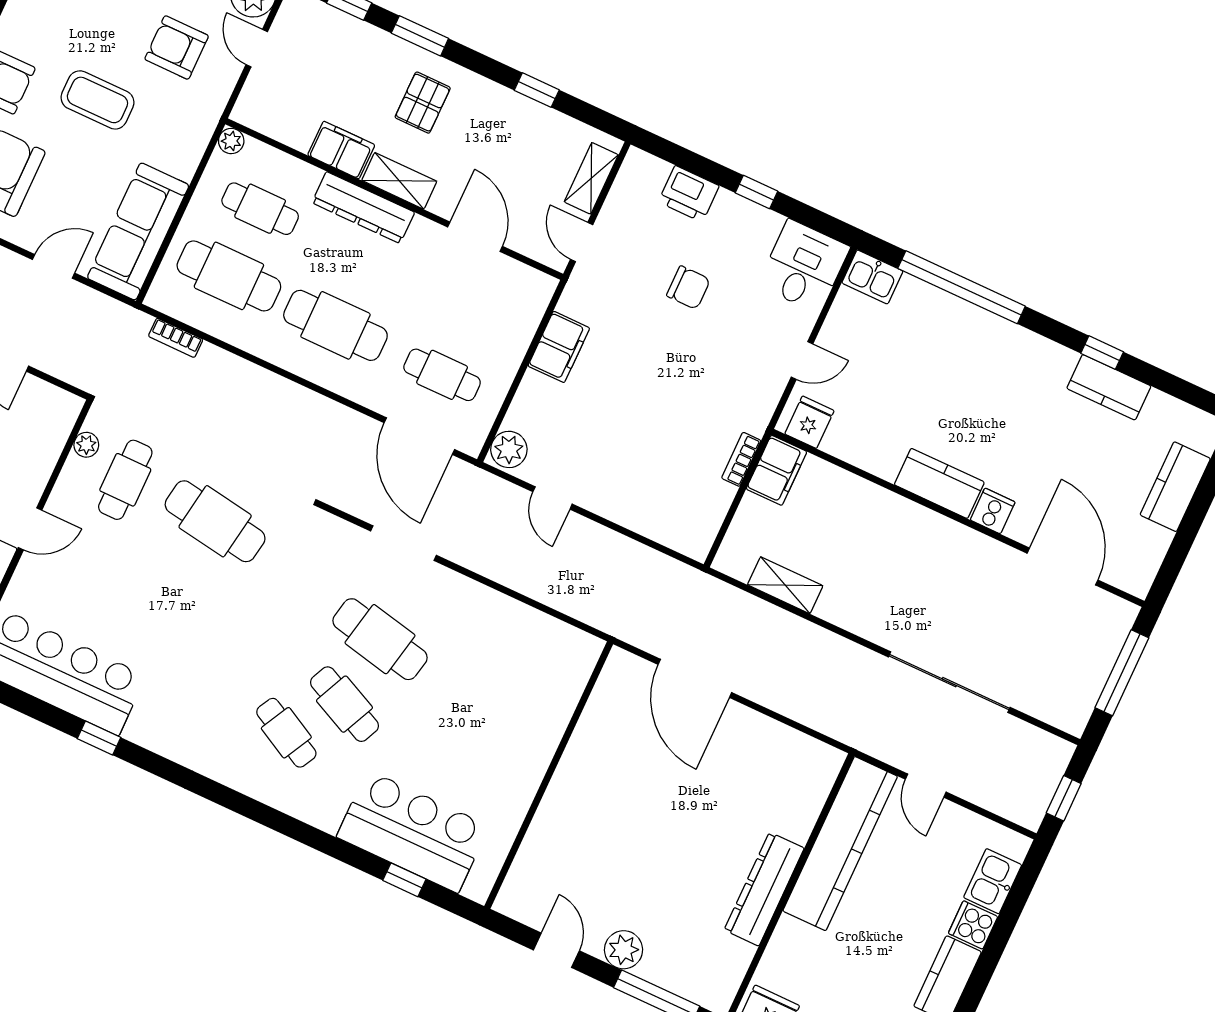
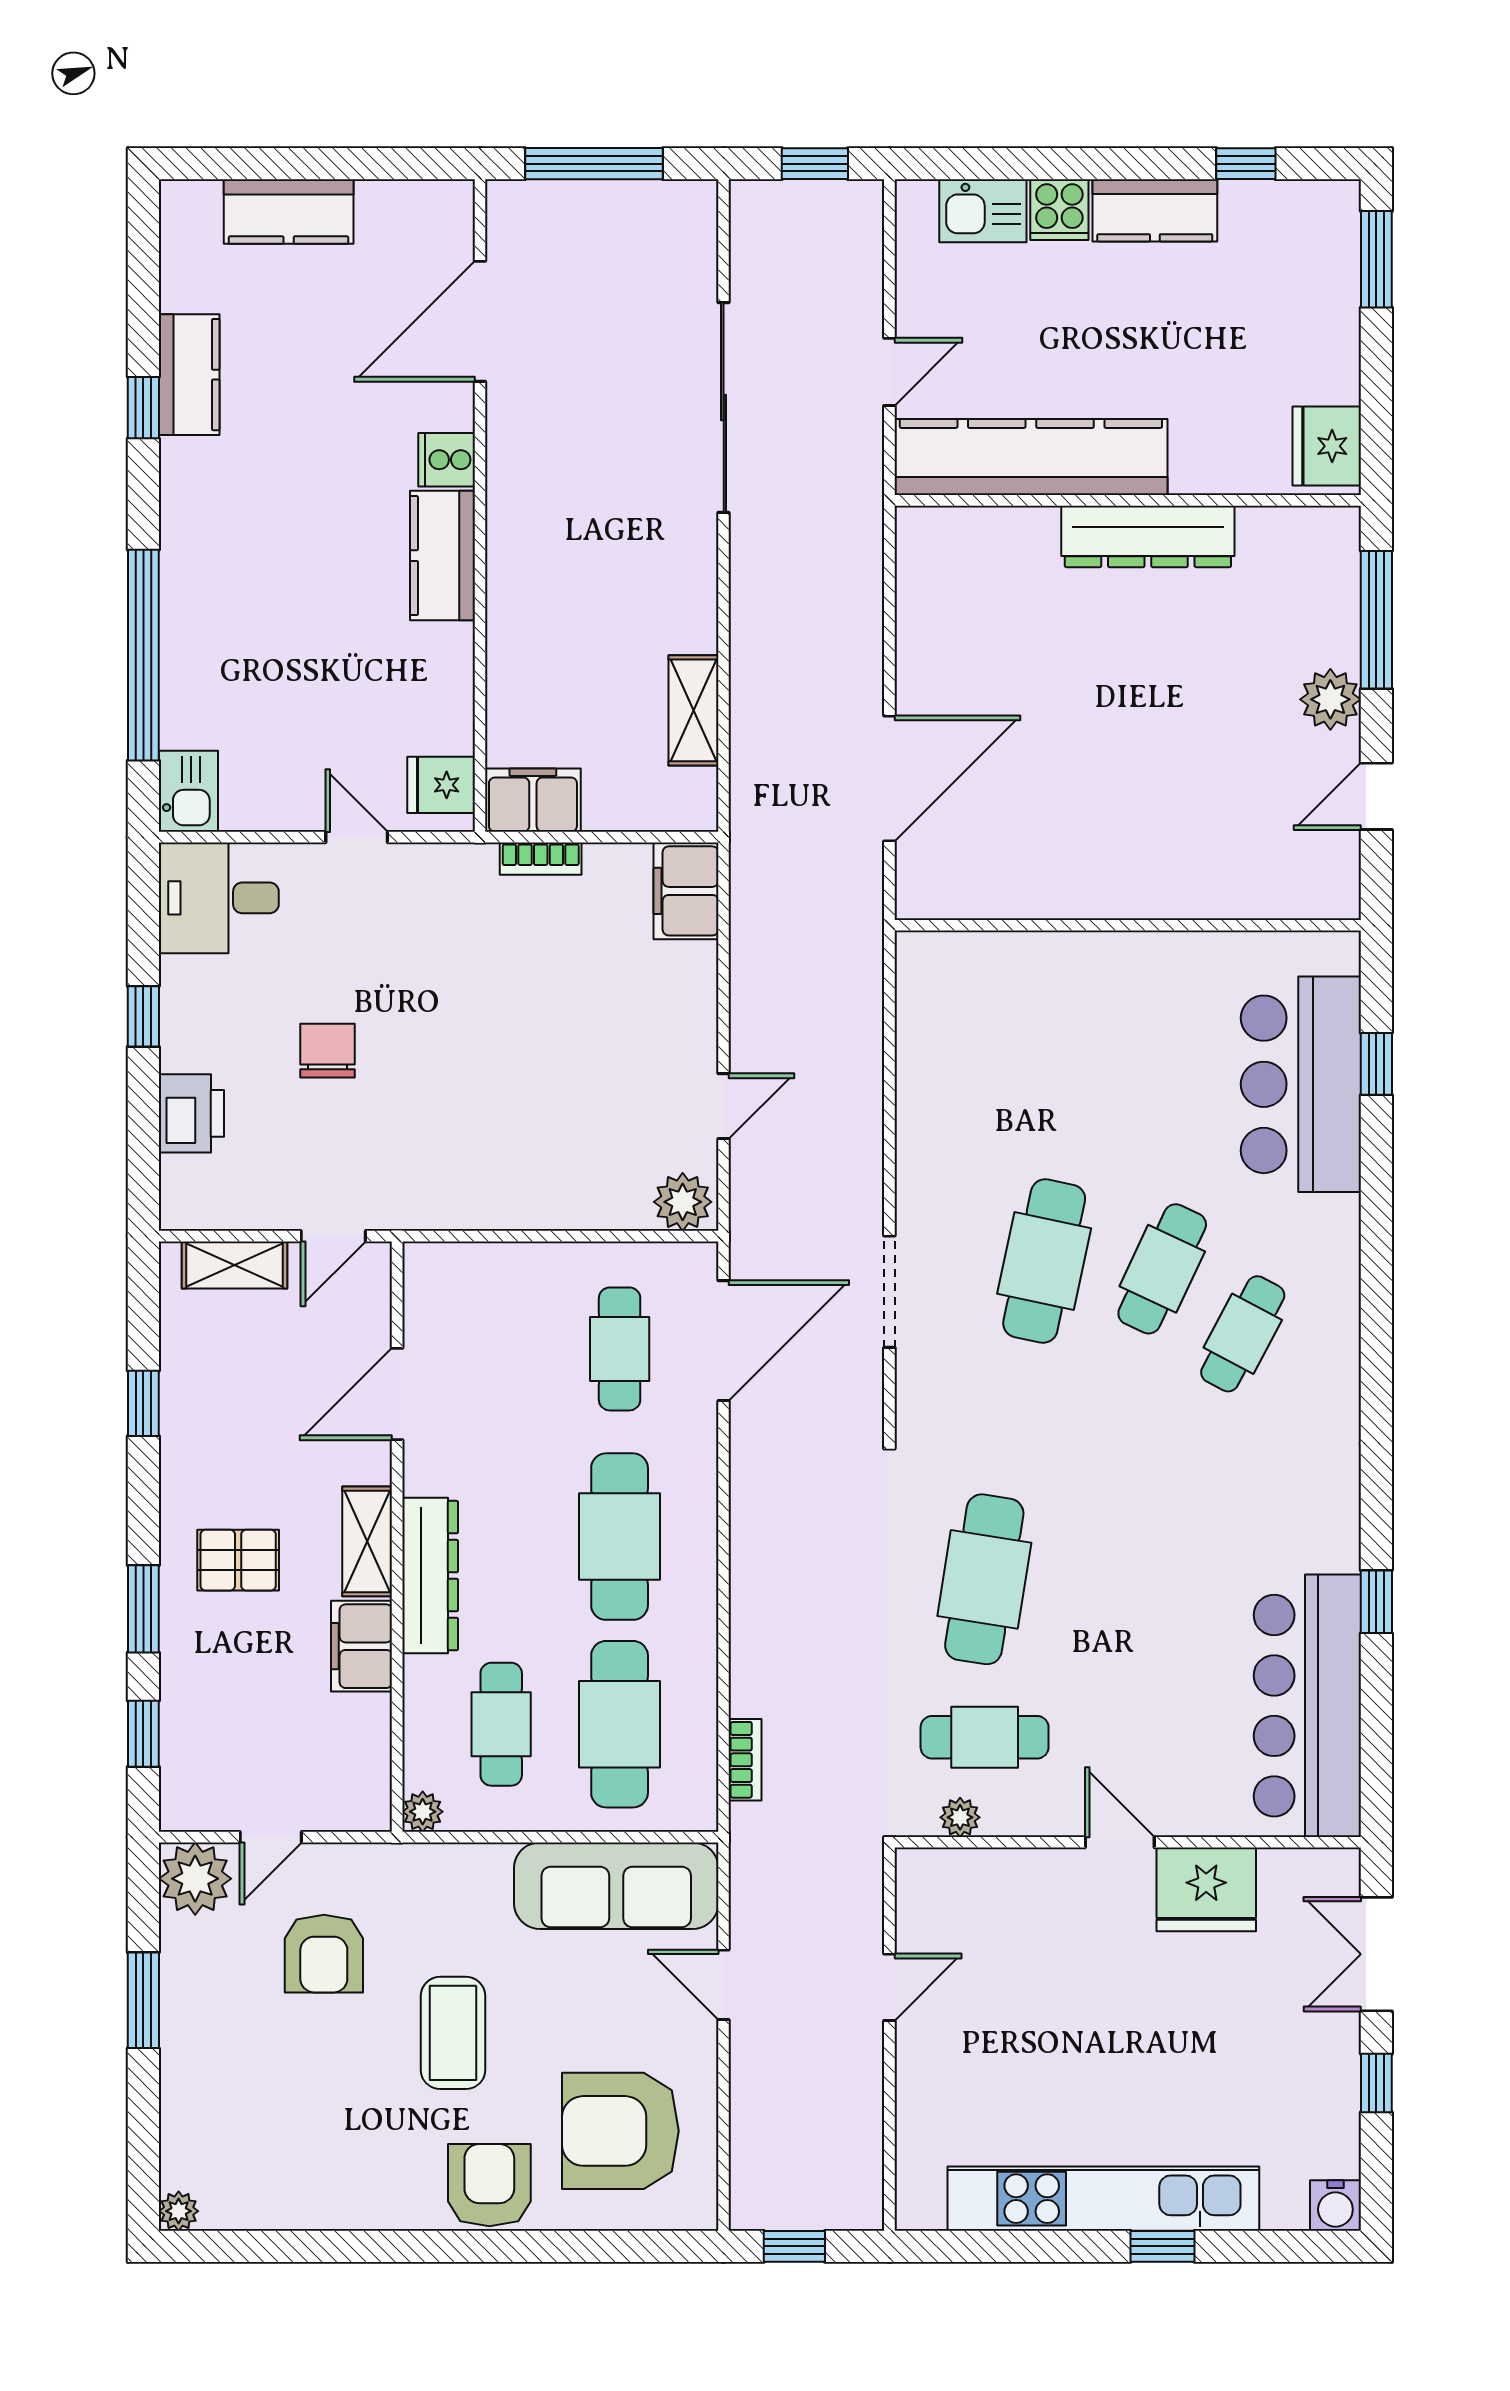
filing cabinet: (559, 347) -> (686, 891), moved, turned -90

